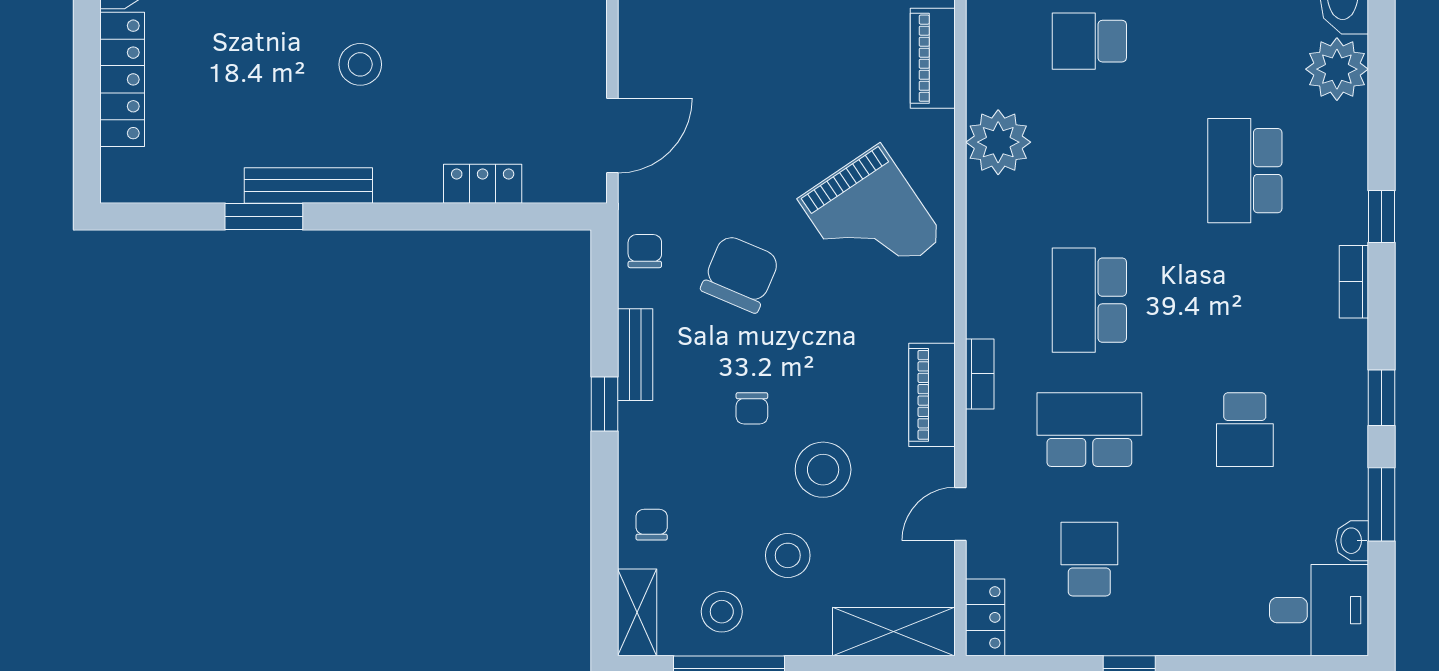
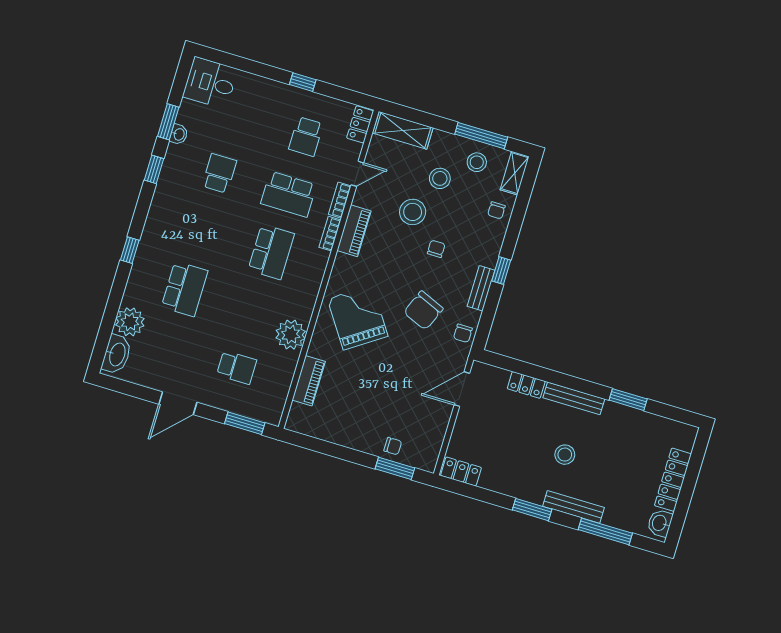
bench: (308, 186) -> (574, 398), moved
bookcase: (1354, 282) -> (340, 200), moved, turned 180
washbasin: (1352, 541) -> (179, 134), moved

